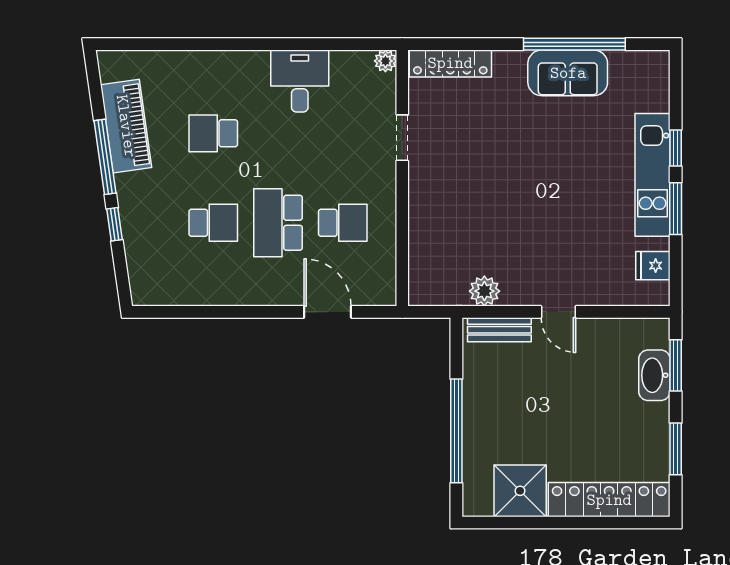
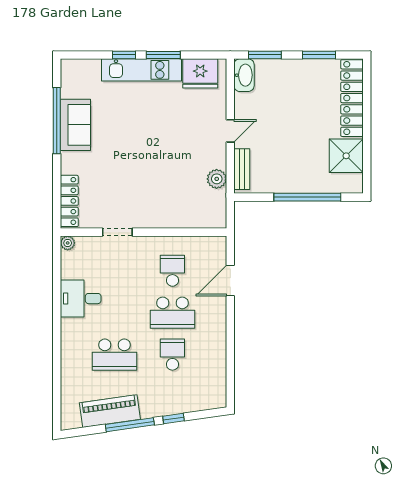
school desk: (213, 133) -> (115, 355), width x1.85
fridge: (653, 266) -> (200, 73), width x1.88, depth x1.34
washbasin: (654, 375) -> (244, 75), moved, turned -90

